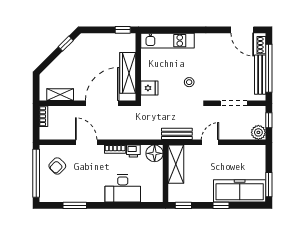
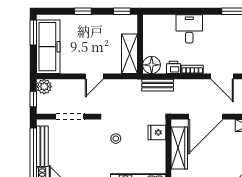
bench: (177, 134) -> (158, 85), moved
desk: (123, 188) -> (189, 29), width x0.73
freezer: (240, 191) -> (48, 47), moved, turned -90

